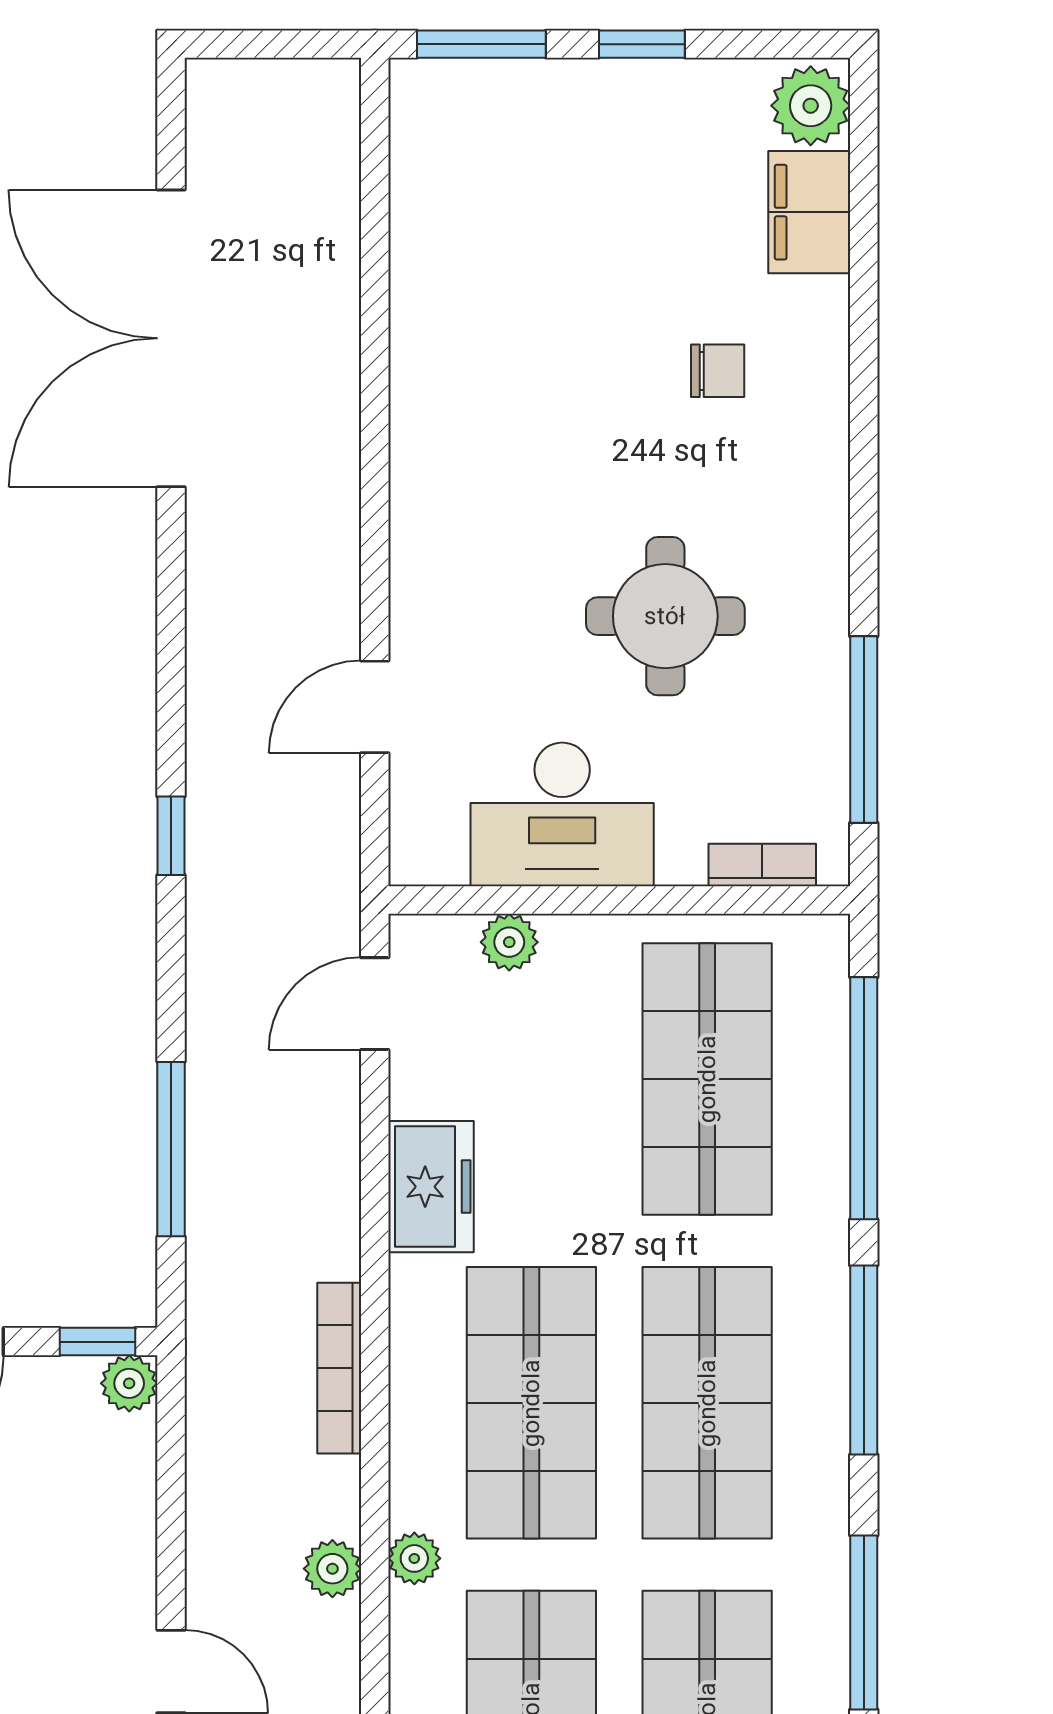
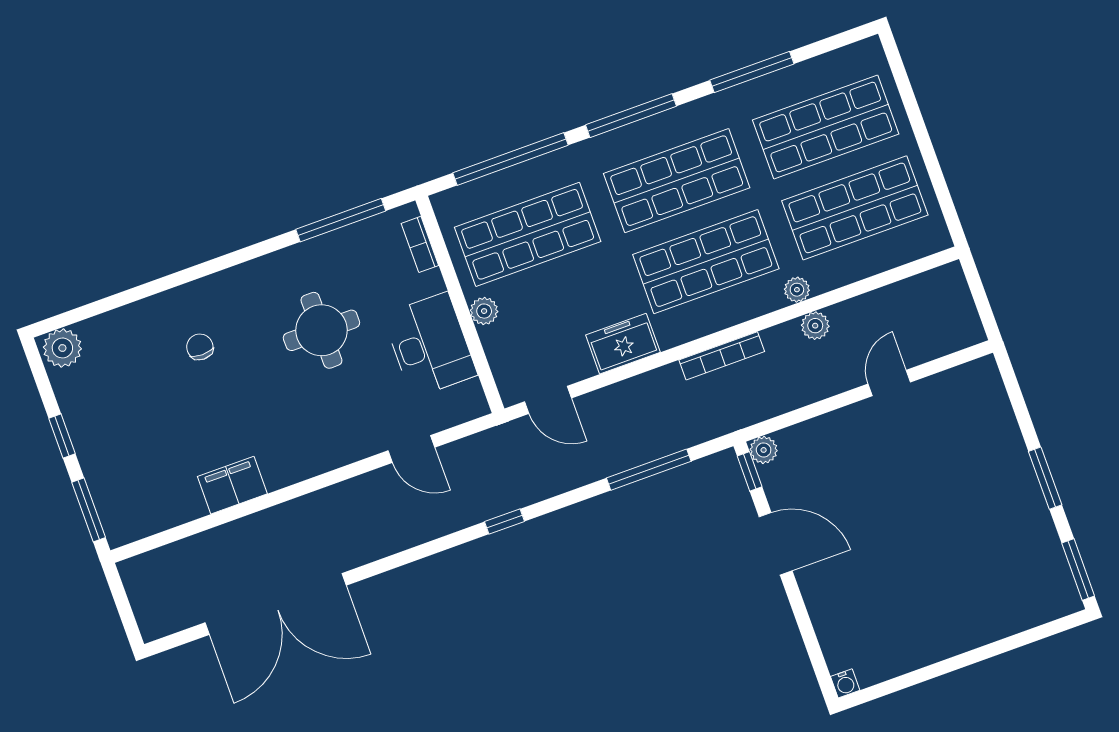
filing cabinet: (809, 212) -> (232, 485), moved, turned 180
plant: (509, 942) -> (484, 311), moved

